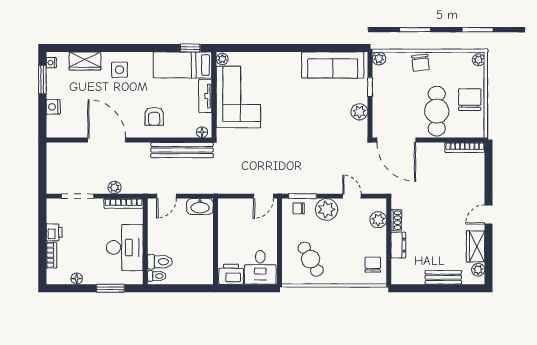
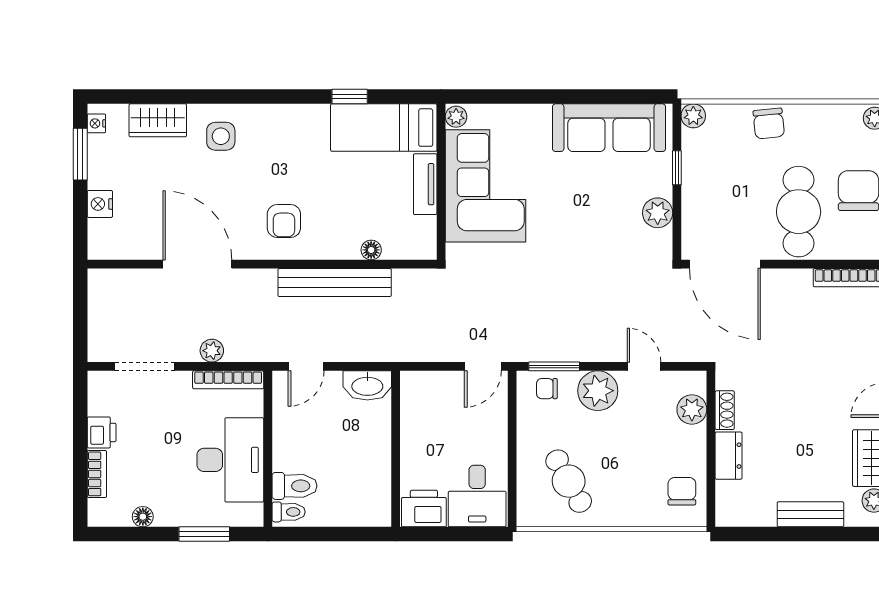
plant: (222, 59) -> (456, 117), moved
bed: (182, 65) -> (384, 128), moved
wall: (214, 95) -> (441, 182), moved
tv unit: (205, 96) -> (425, 184), moved
corner sofa: (238, 97) -> (486, 186), moved

